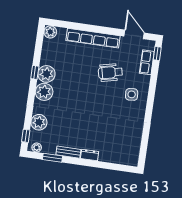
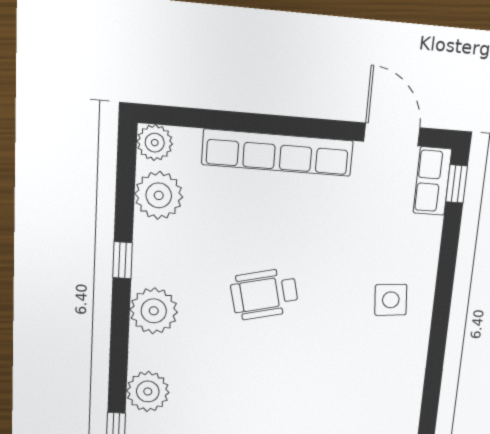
row of seats: (147, 62) -> (432, 181), moved
wheelchair: (110, 72) -> (264, 294), moved
plant: (47, 74) -> (159, 195), moved

